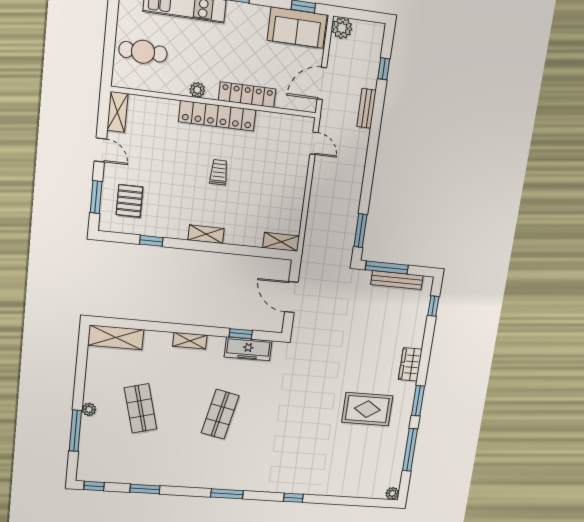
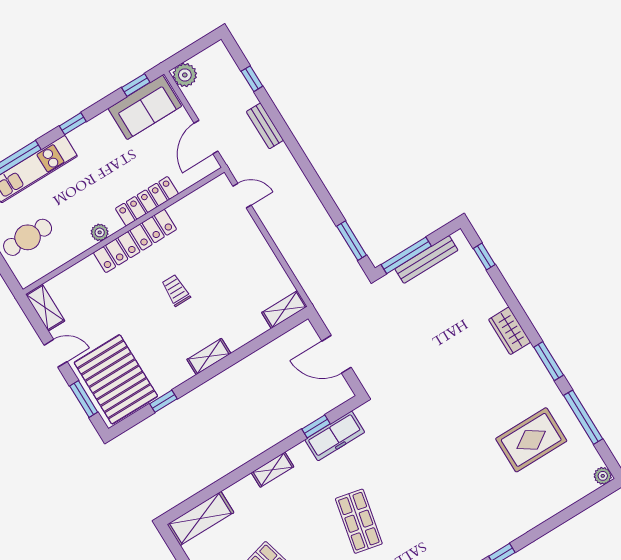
pallet: (129, 201) -> (116, 379), width x2.05, depth x2.00
rug: (367, 409) -> (531, 440), moved

